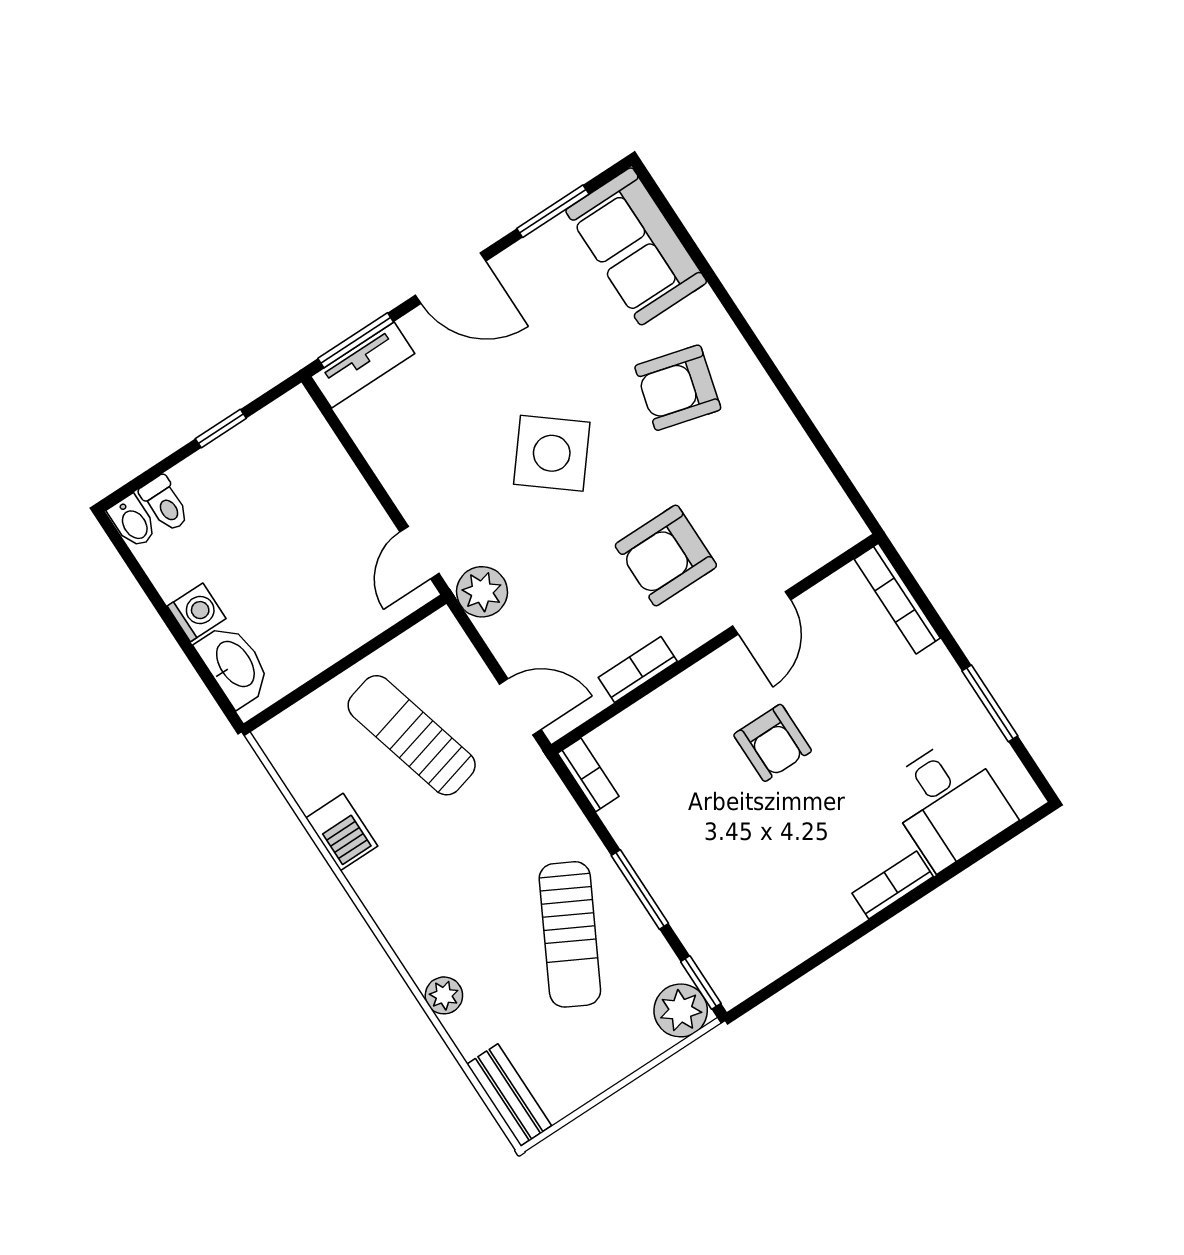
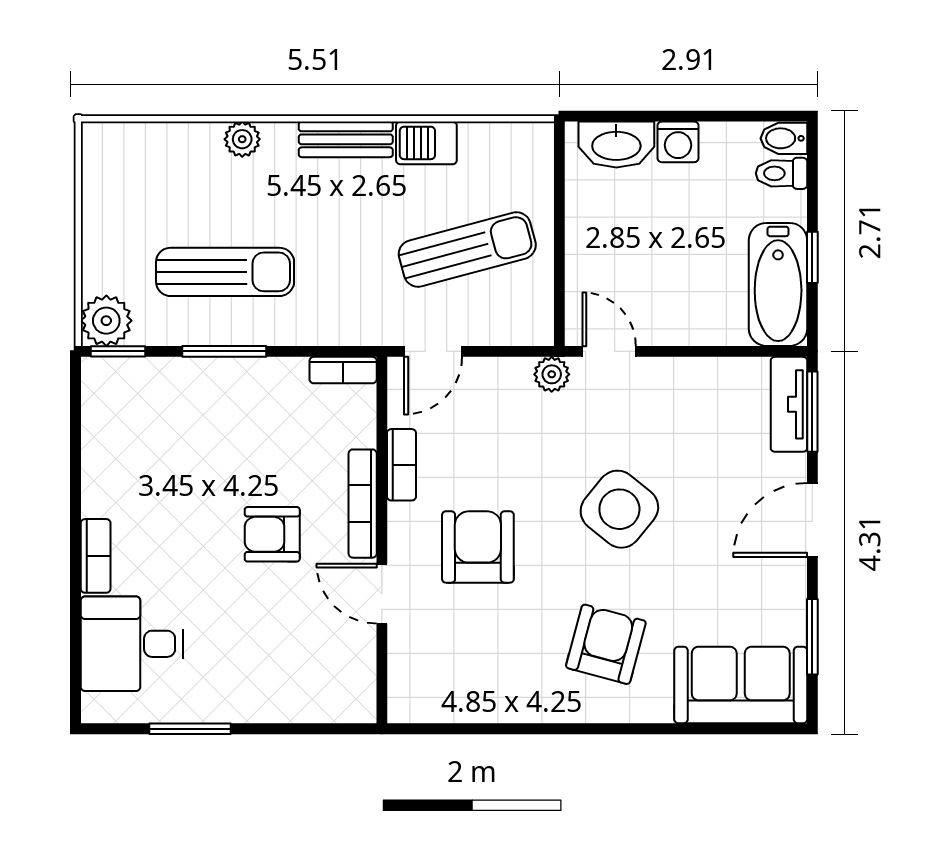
bathtub: (264, 443) -> (778, 284), added
plant: (482, 592) -> (552, 374), width x0.73, depth x0.73
bookcase: (897, 599) -> (363, 504), moved, turned -90
sun lounger: (570, 934) -> (225, 272), turned 152
bench: (509, 1095) -> (346, 139), moved

